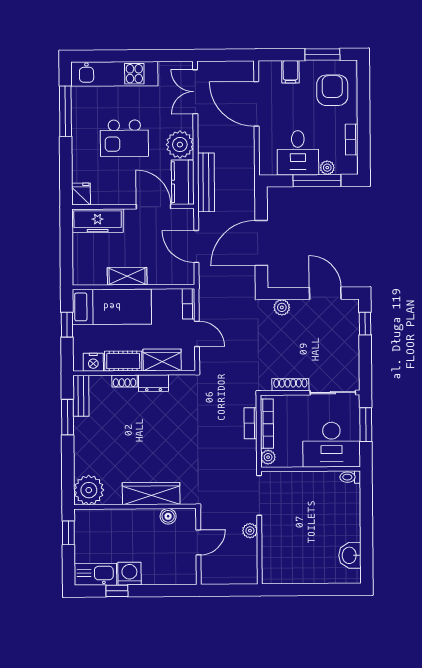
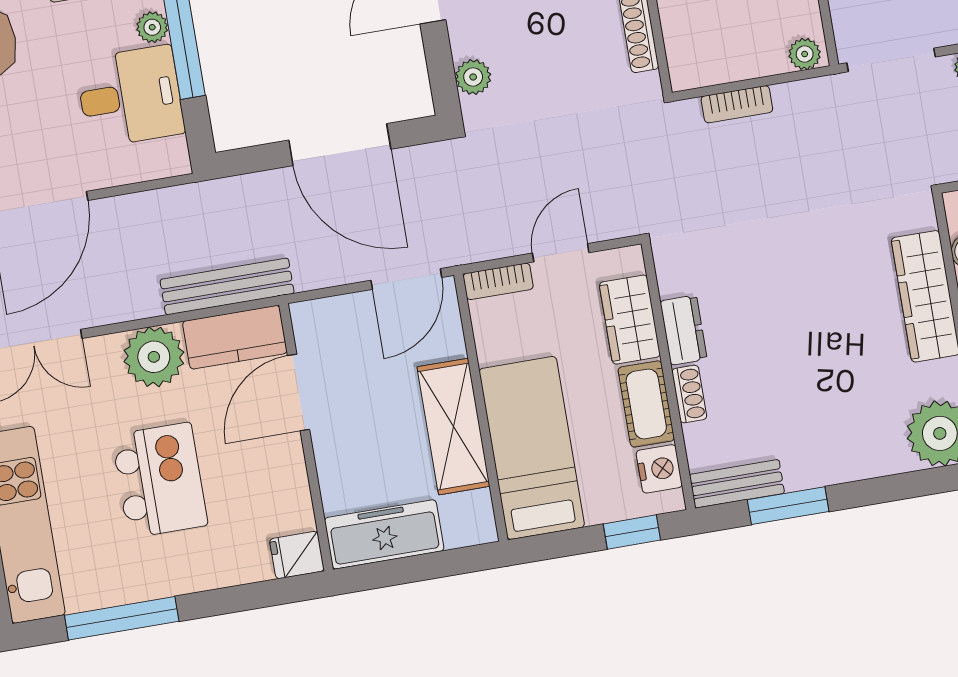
freezer: (98, 221) -> (384, 534), moved, turned -90
door: (196, 247) -> (406, 279), moved
shelving: (127, 276) -> (453, 427), width x1.50, depth x1.33
window: (67, 325) -> (632, 532), moved
bookcase: (267, 424) -> (732, 68), removed

